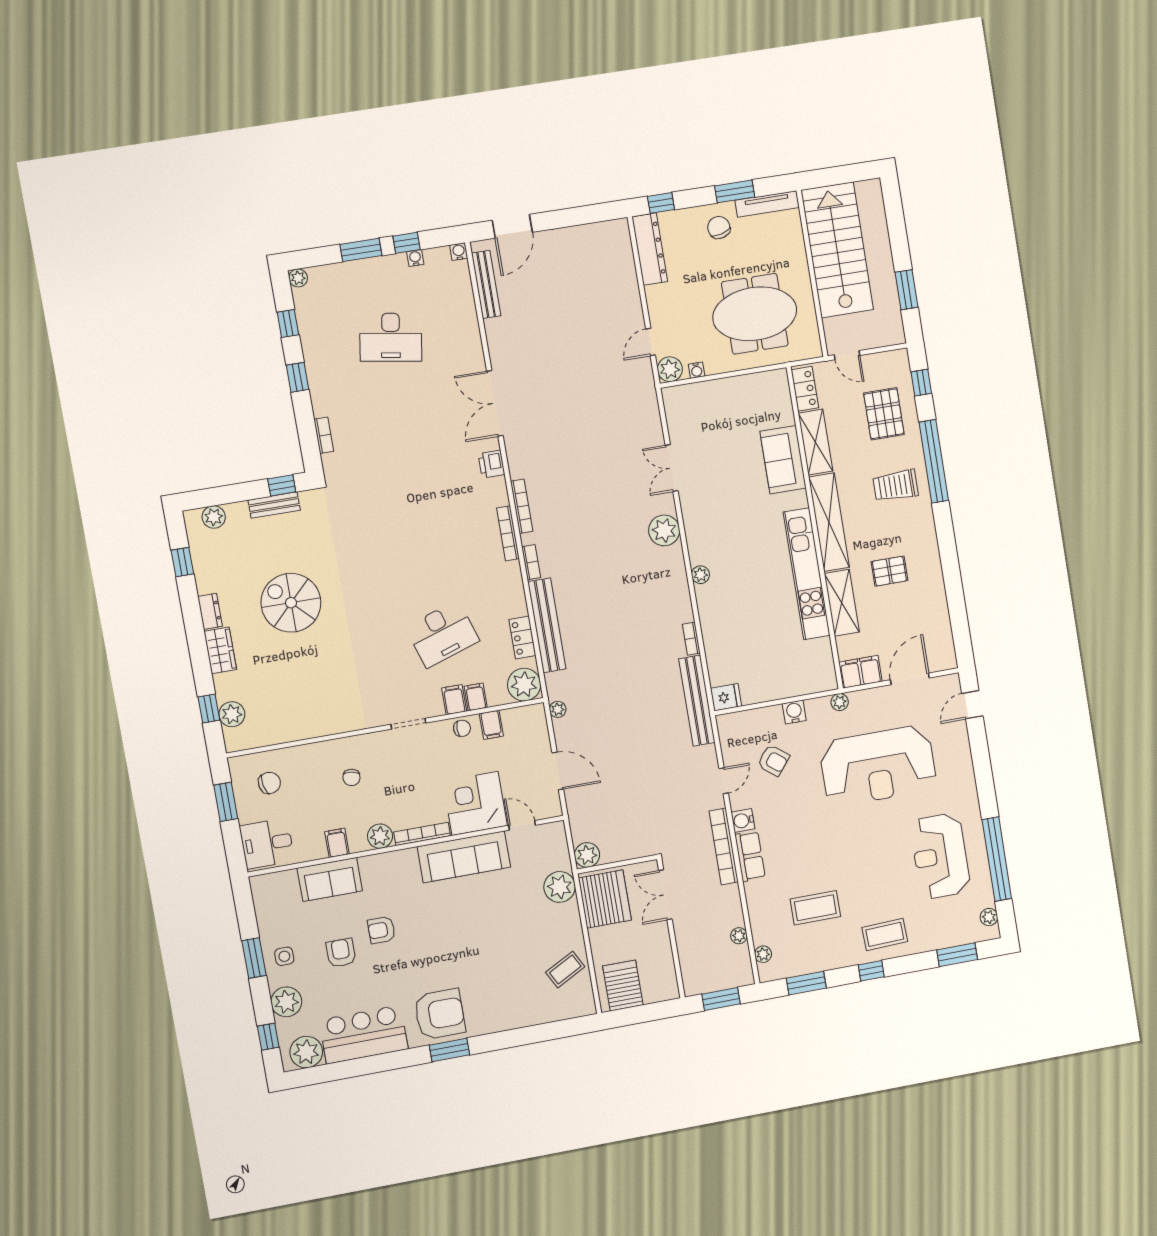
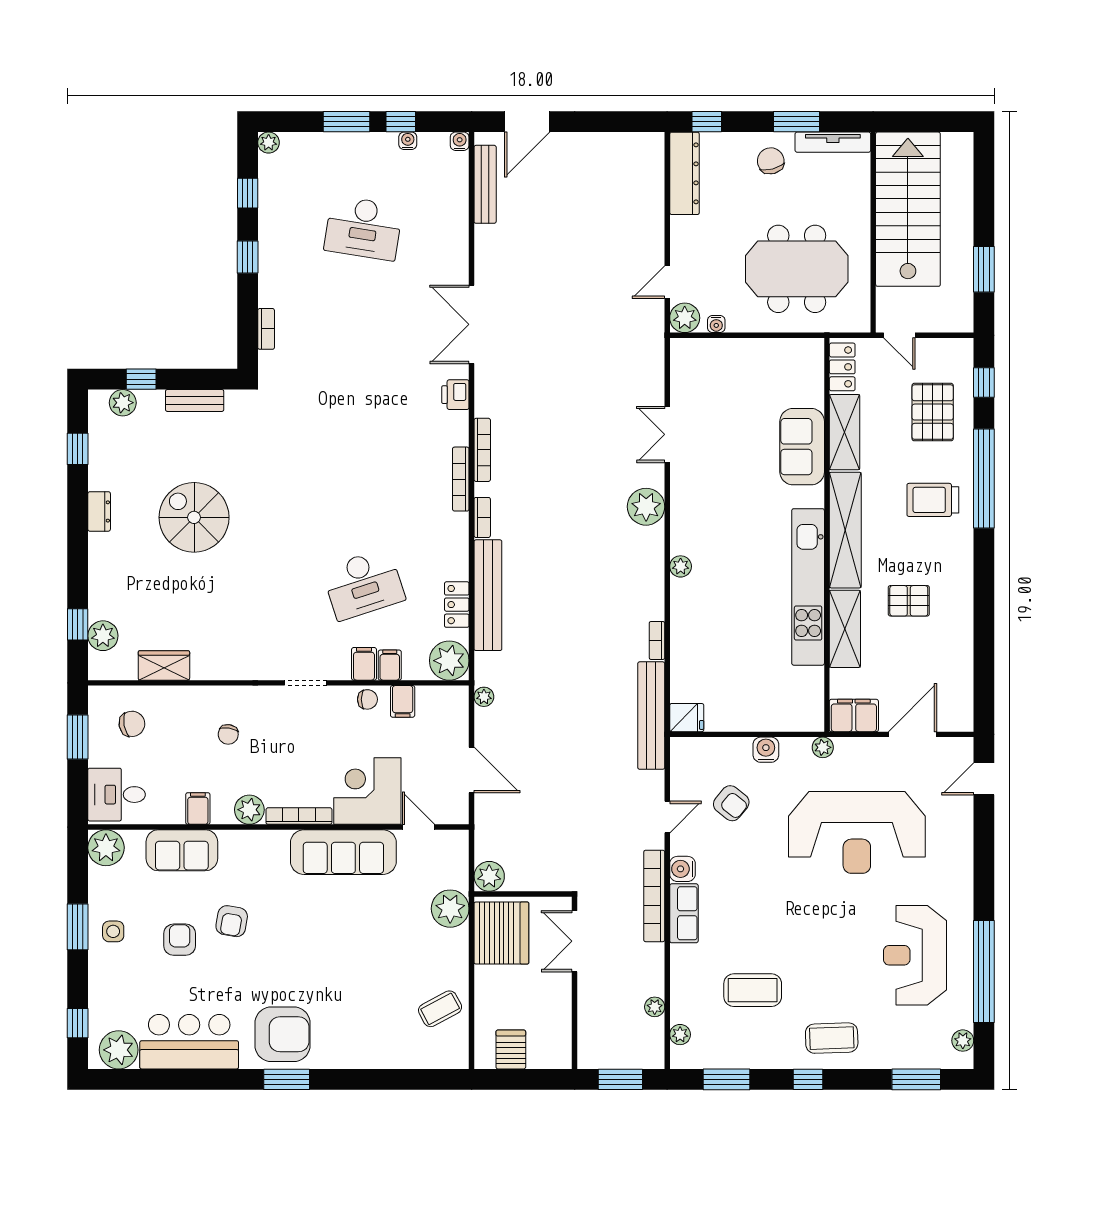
window: (282, 485) -> (141, 379), moved
wardrobe: (220, 650) -> (164, 665), moved, turned -90
armchair: (381, 930) -> (232, 921), turned -80
server rack: (623, 986) -> (511, 1050), width x0.73, depth x0.70
plant: (286, 1002) -> (106, 848), moved

